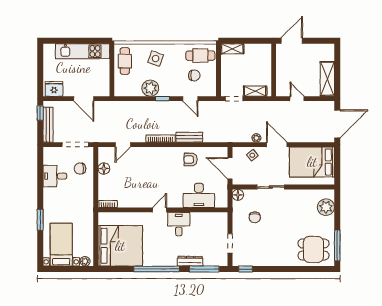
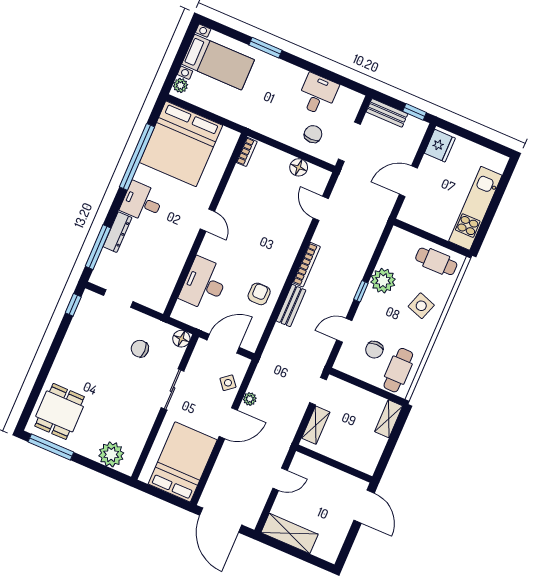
bench: (48, 125) -> (387, 113), width x0.73
desk: (179, 224) -> (142, 202), moved, turned 180
window: (157, 269) -> (137, 157), moved

